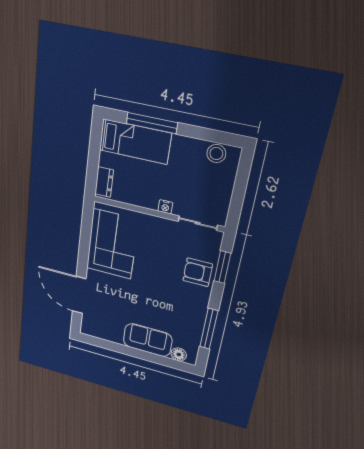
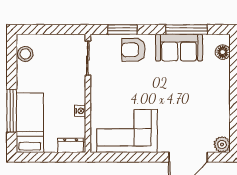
nightstand: (165, 207) -> (80, 111), moved
armchair: (198, 272) -> (133, 50), turned 90
plant: (88, 328) -> (222, 144), added
sofa: (148, 340) -> (179, 48), moved, turned -90

